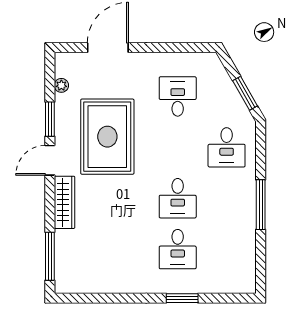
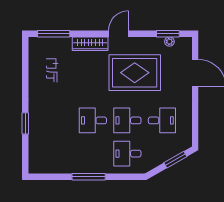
window: (245, 93) -> (175, 160), moved
window: (50, 119) -> (168, 34), moved
door: (50, 160) -> (119, 34), hinge flipped
desk: (178, 249) -> (127, 120), moved

